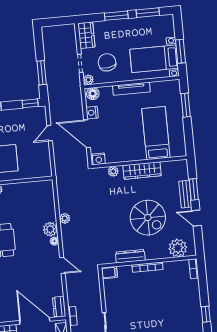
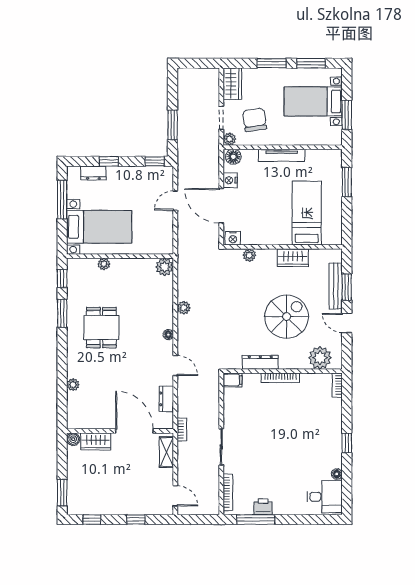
bed with nightstands: (154, 59) -> (313, 101), moved
wardrobe: (142, 170) -> (293, 258), width x0.67
bench: (185, 194) -> (336, 286), width x1.36
spiral stairs: (148, 218) -> (287, 317), turned -90
plant: (50, 229) -> (165, 267), moved
dresser: (59, 307) -> (166, 399), moved

